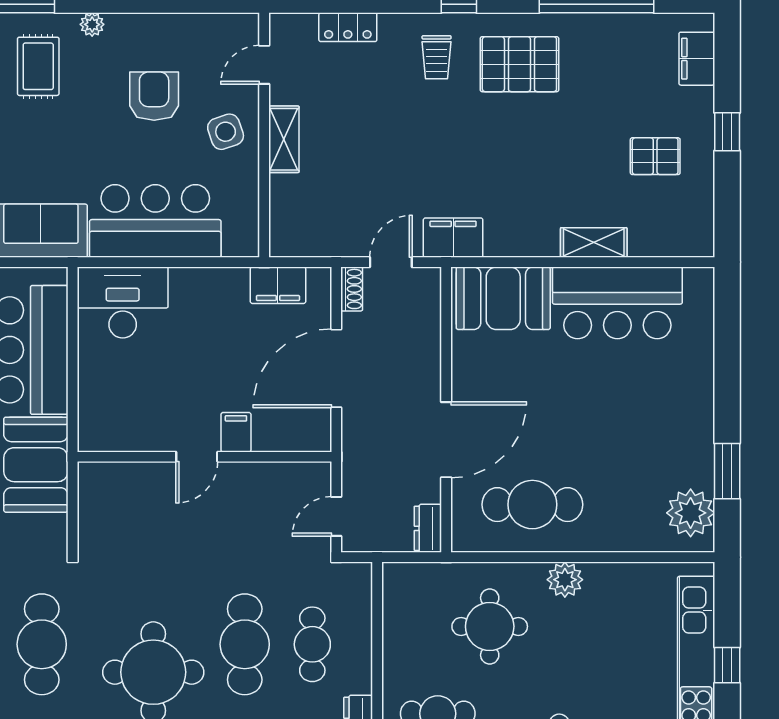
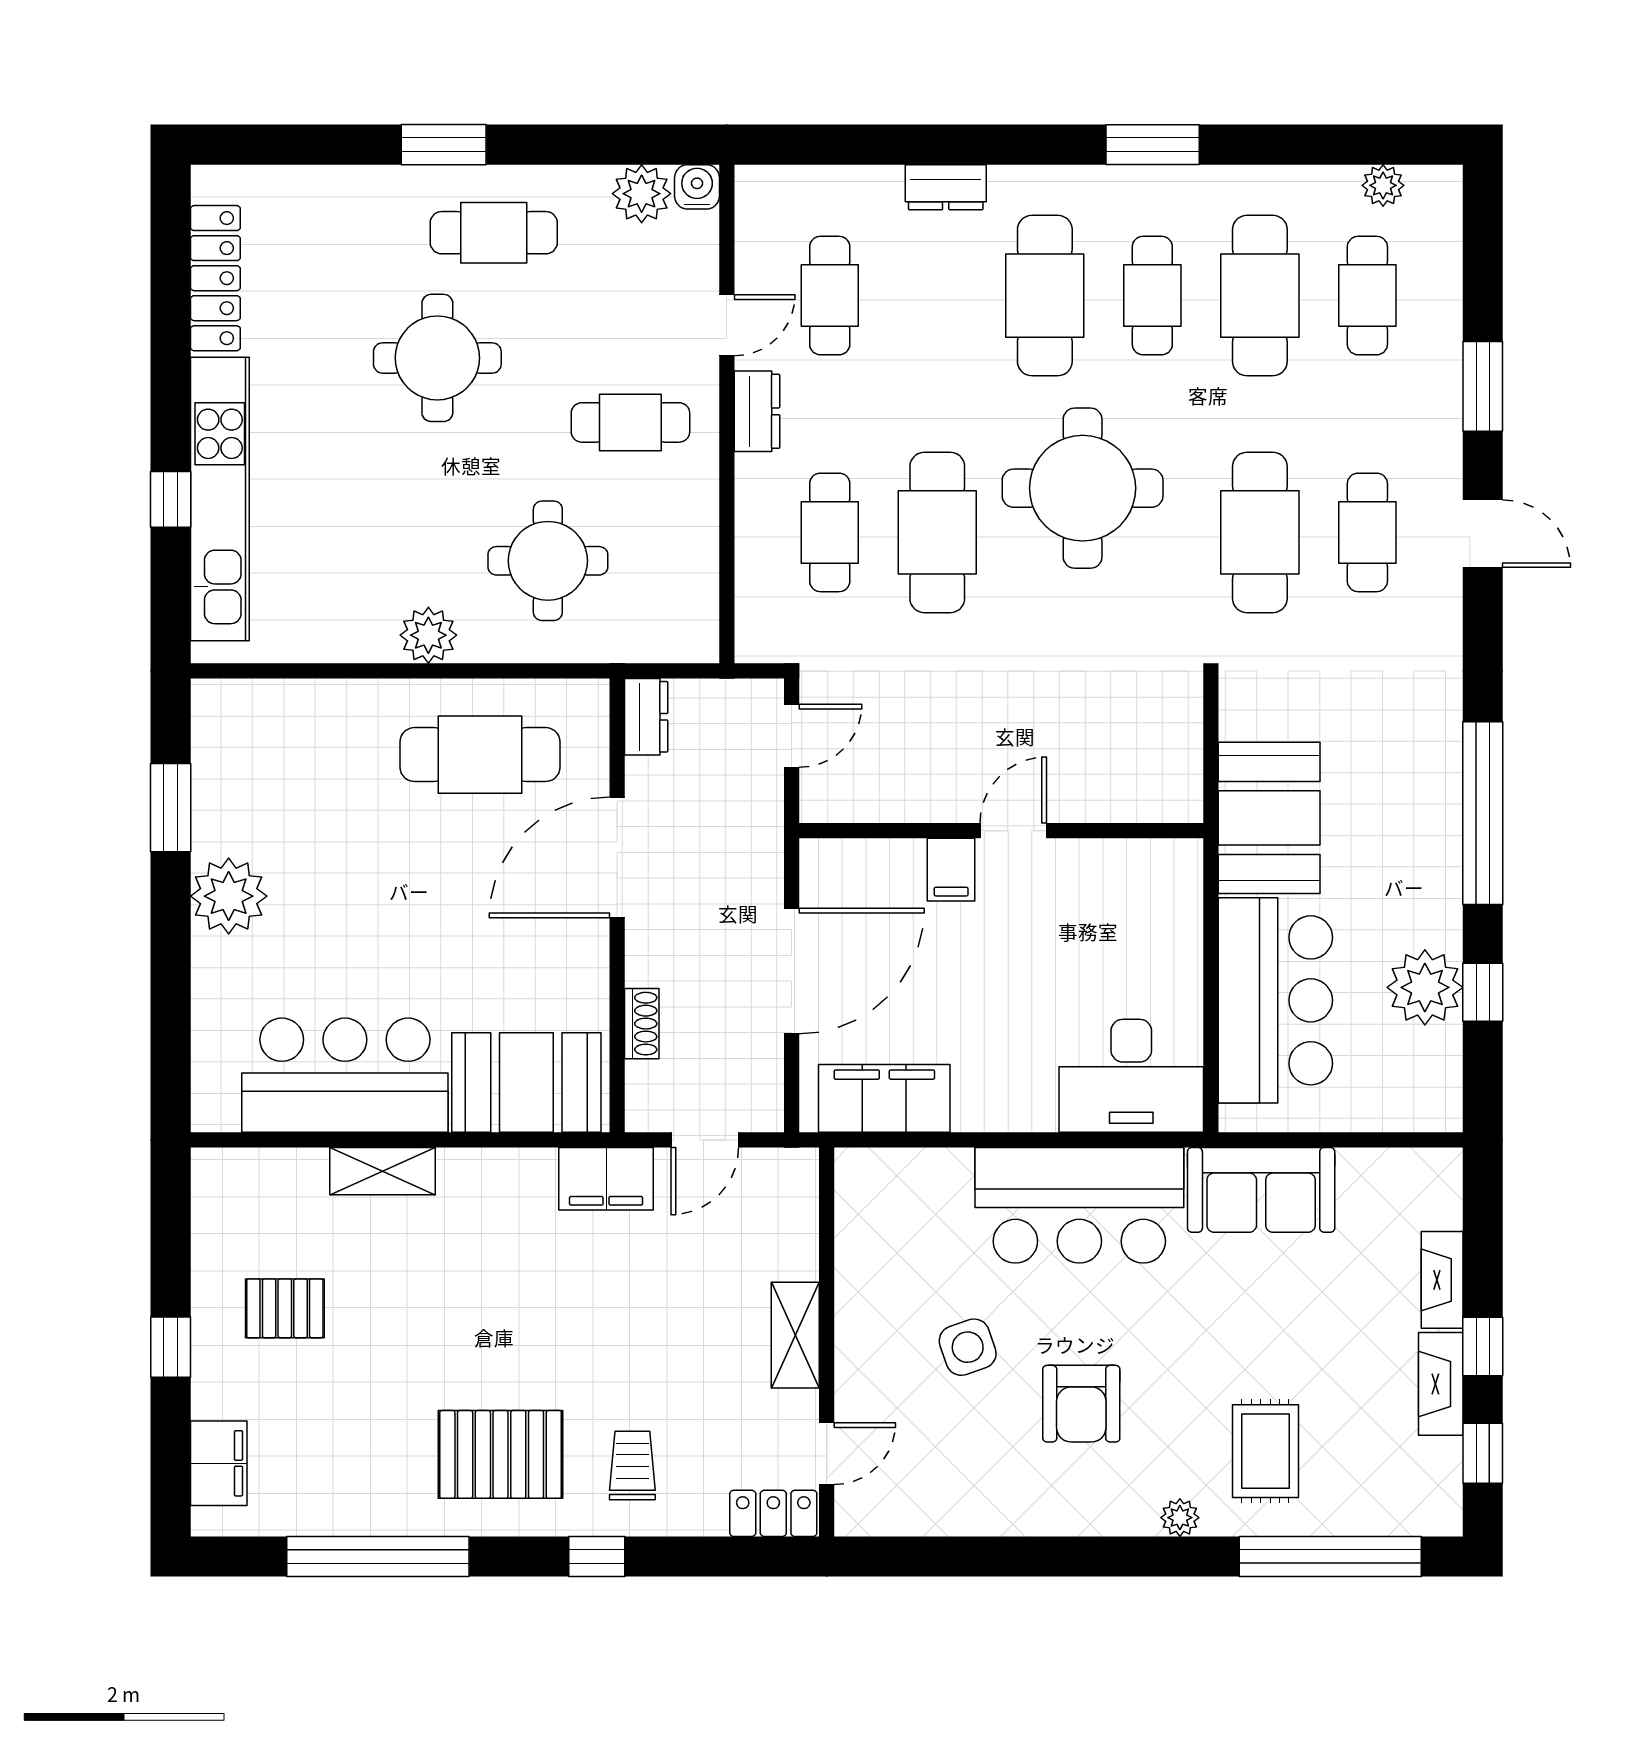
door: (264, 65) -> (827, 1454), moved
wall: (264, 135) -> (827, 1342), moved
shelving: (284, 139) -> (795, 1335), moved
filing cabinet: (278, 285) -> (884, 1098), width x1.50, depth x1.17
shoe rack: (352, 289) -> (642, 1024), moved, turned 180
plant: (691, 513) -> (229, 896), moved

